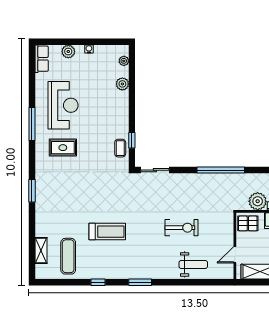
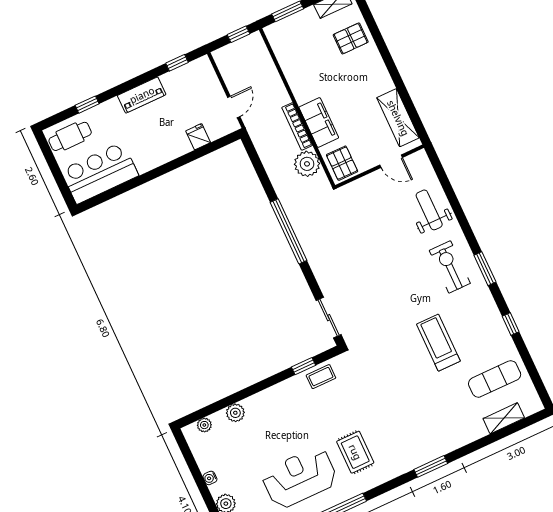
exercise bike: (182, 228) -> (450, 267), moved

